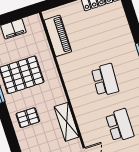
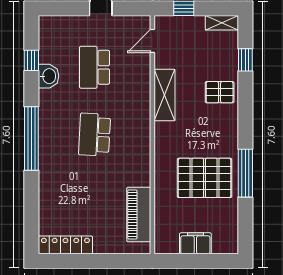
pallet: (28, 118) -> (220, 92), moved

